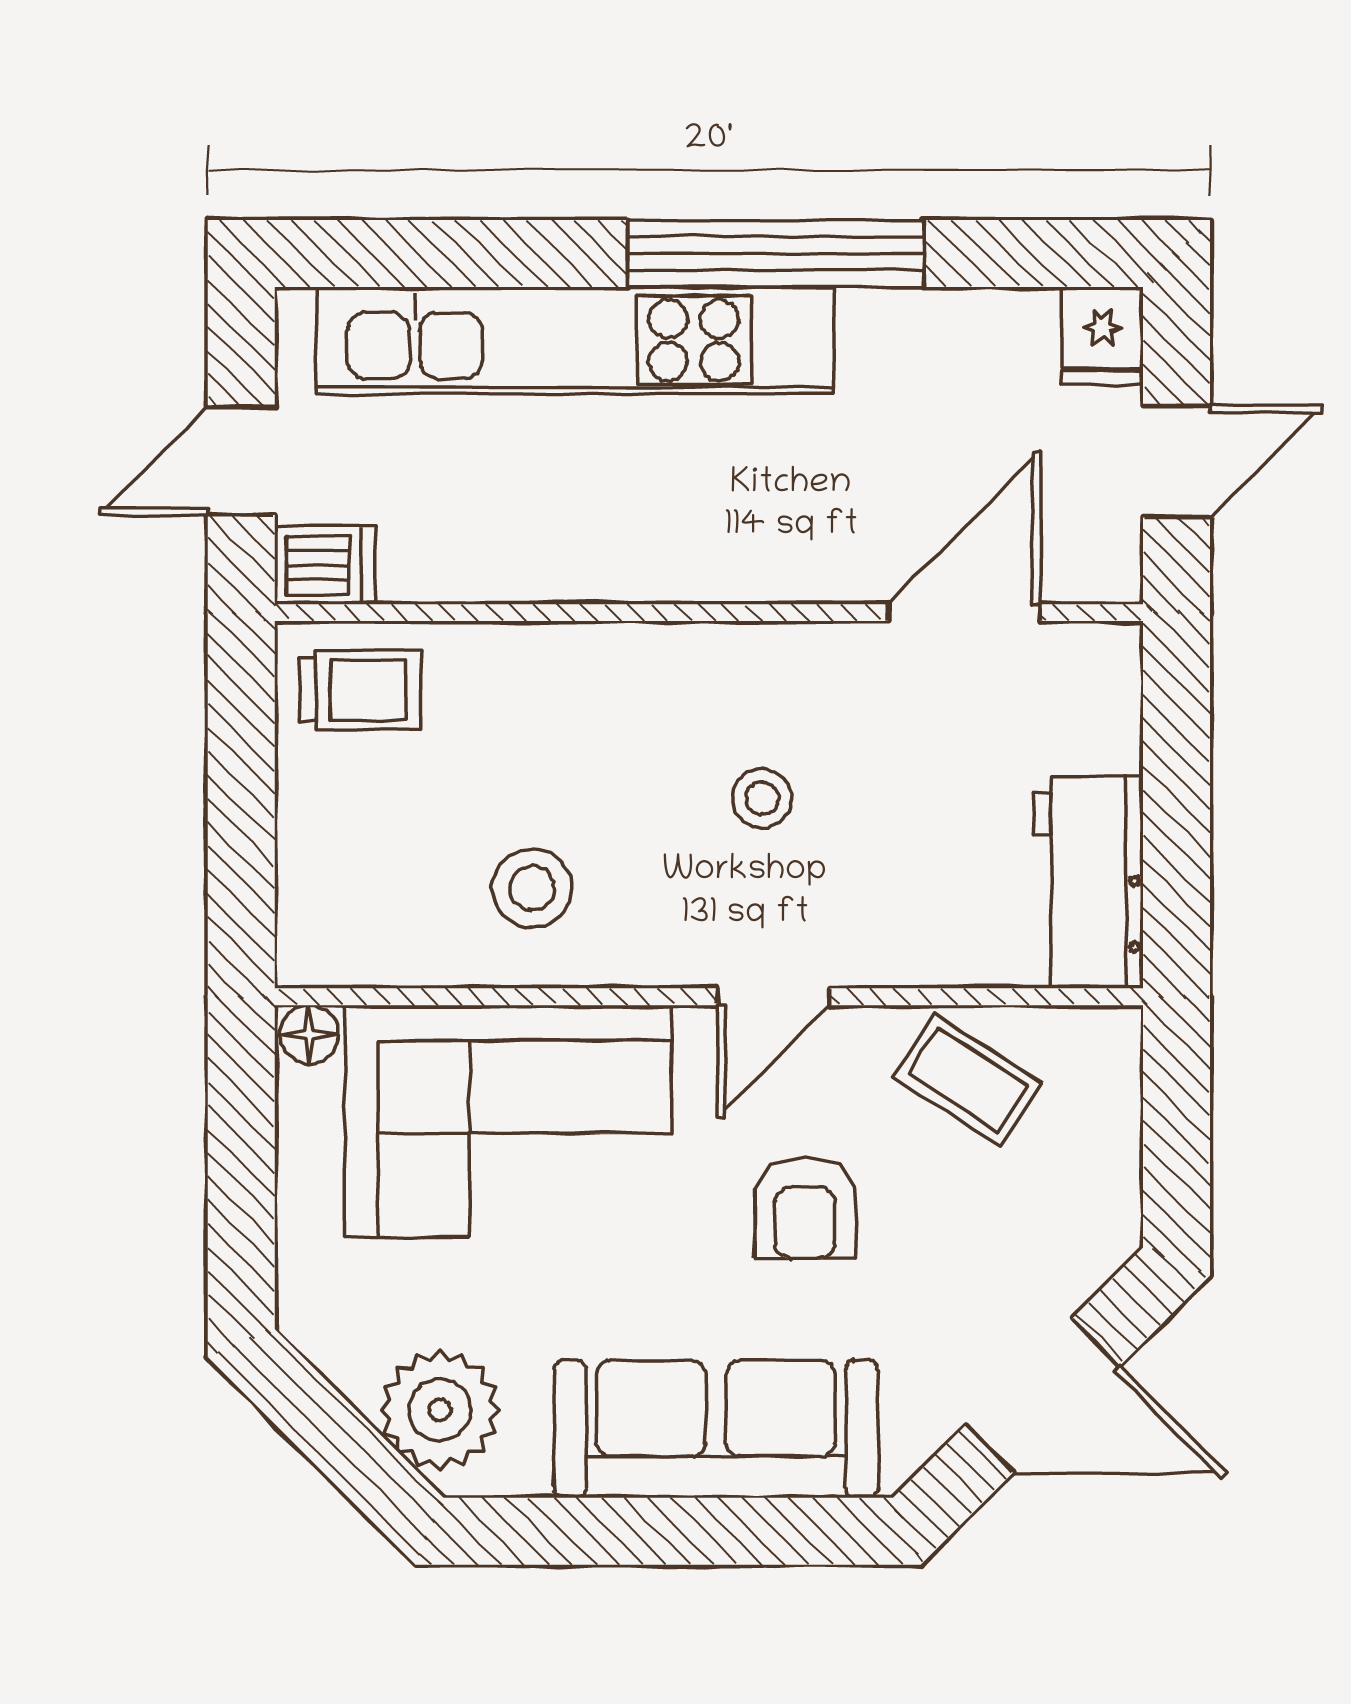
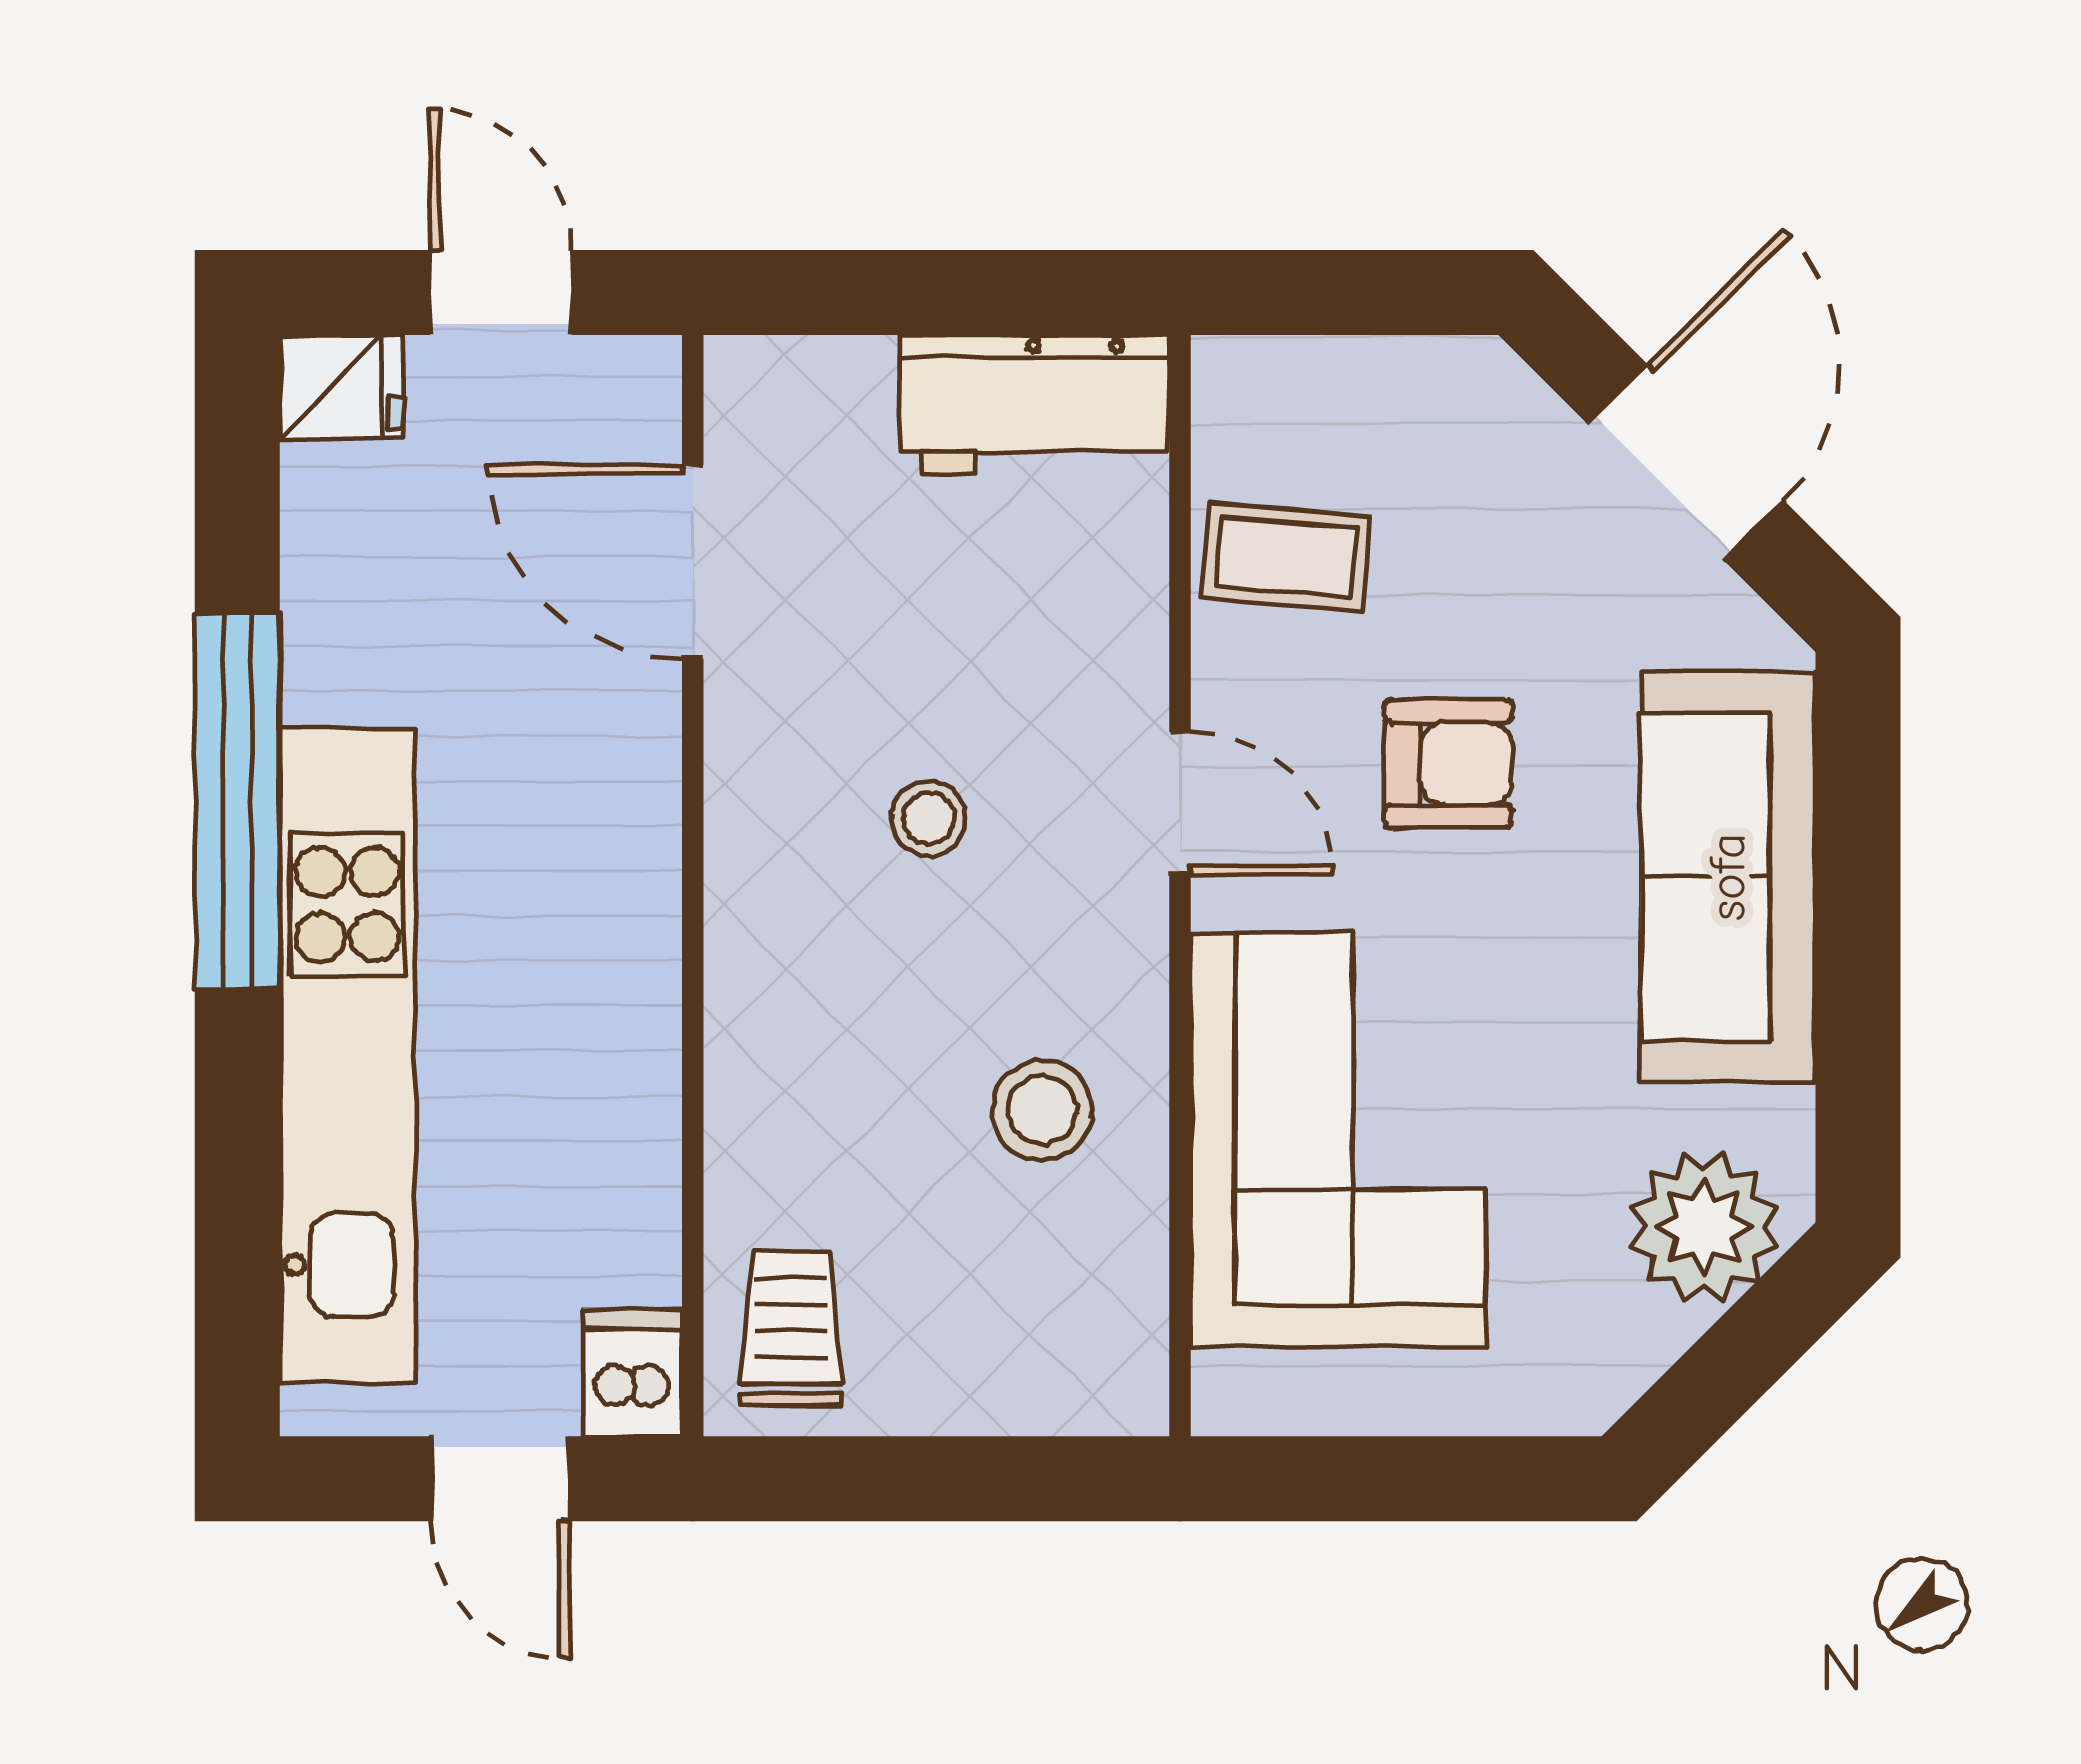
floor lamp: (309, 1035) -> (1228, 1393), removed
coffee table: (968, 1080) -> (1286, 558), turned 62

